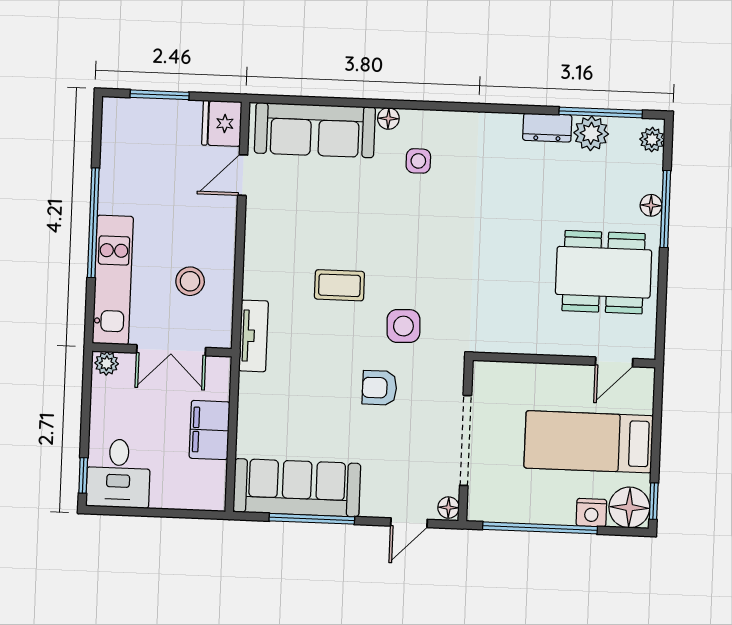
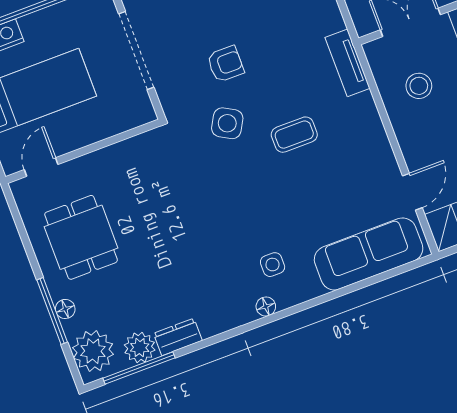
floor lamp: (388, 118) -> (266, 306), moved
plant: (652, 140) -> (93, 351), width x1.87, depth x1.87
dining table: (604, 272) -> (81, 237), width x0.73
side table: (403, 326) -> (227, 123), turned 32

